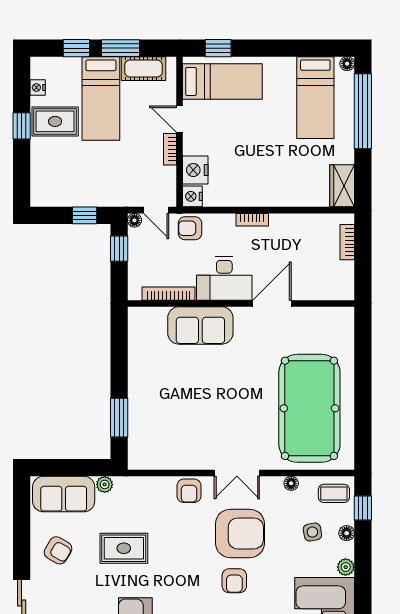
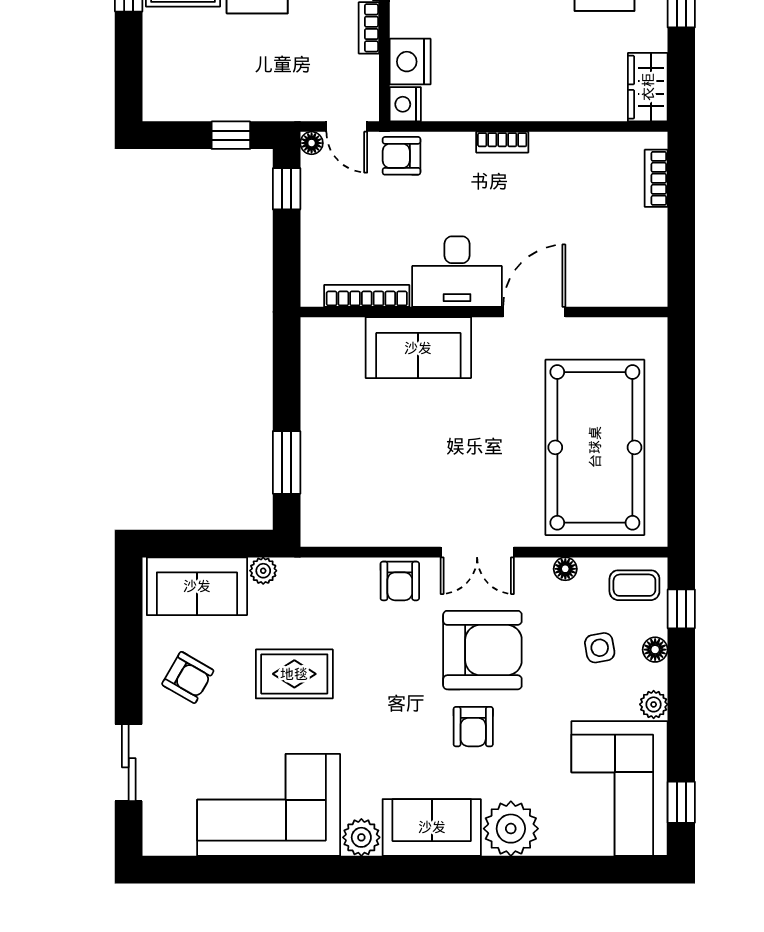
desk: (224, 279) -> (457, 272), moved
bookcase: (169, 294) -> (367, 296), moved
wall: (241, 303) -> (484, 312), moved
door: (272, 303) -> (534, 312), moved
sofa: (200, 325) -> (418, 348), moved

